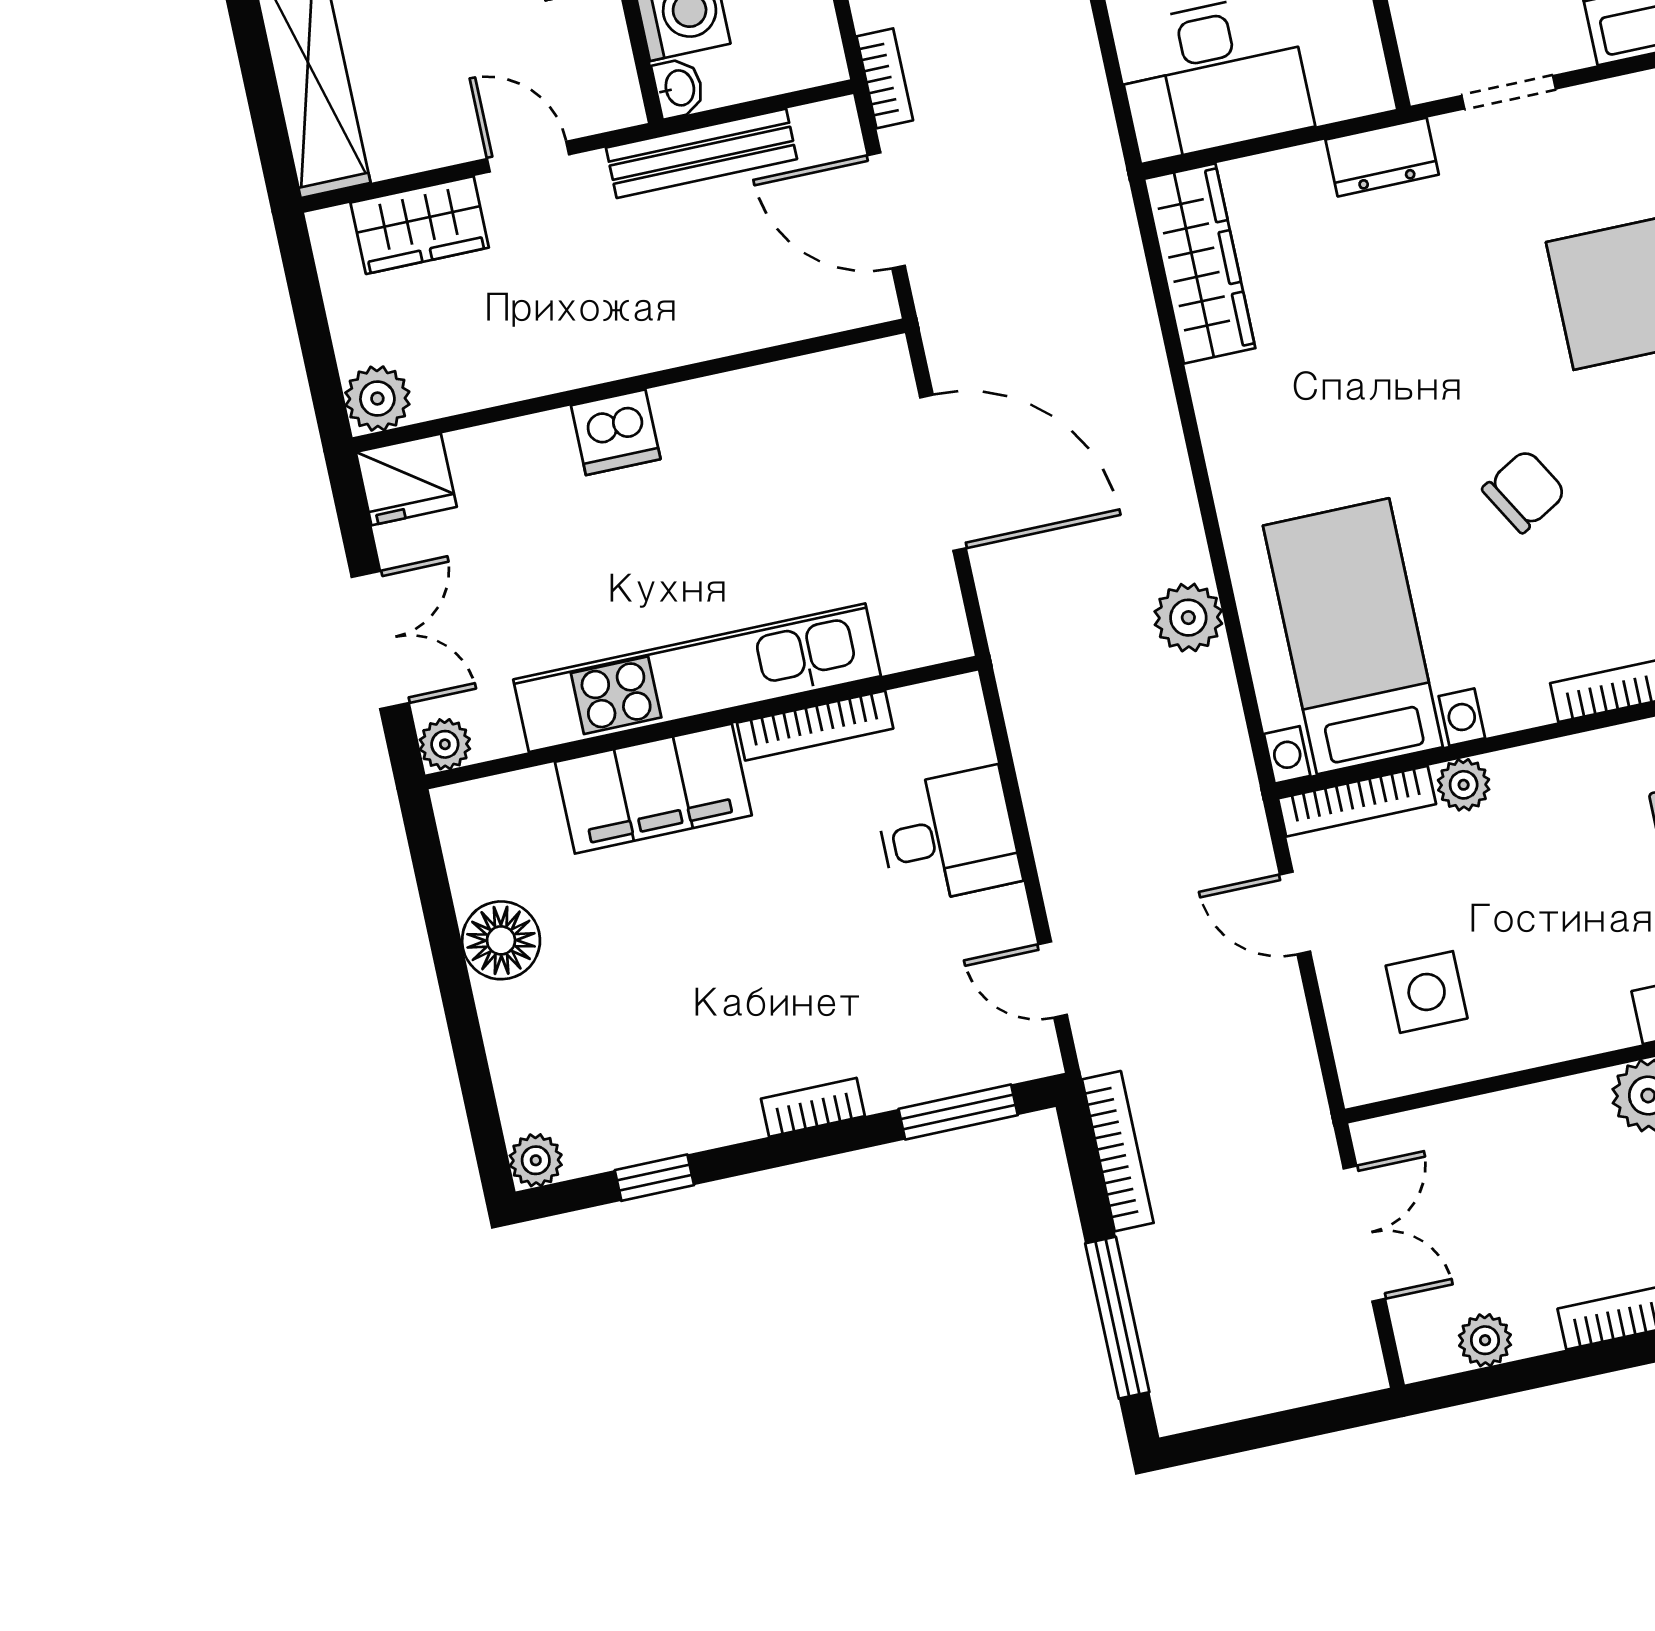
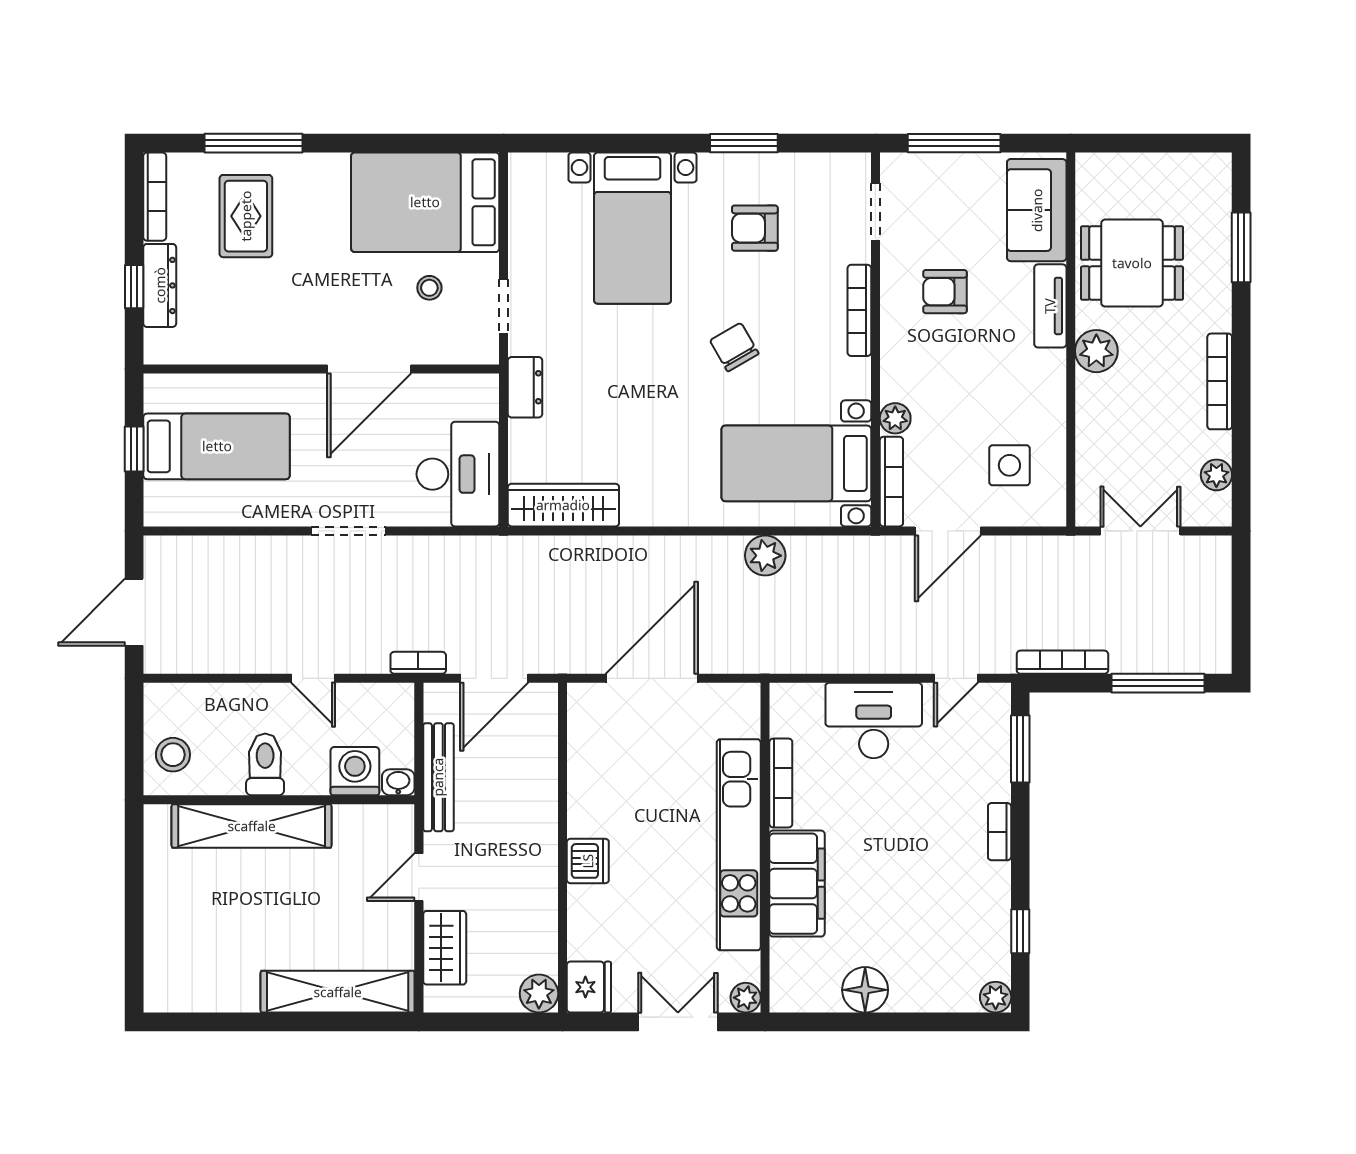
desk: (948, 836) -> (874, 721), width x1.37
door: (1295, 913) -> (948, 531), width x1.38

